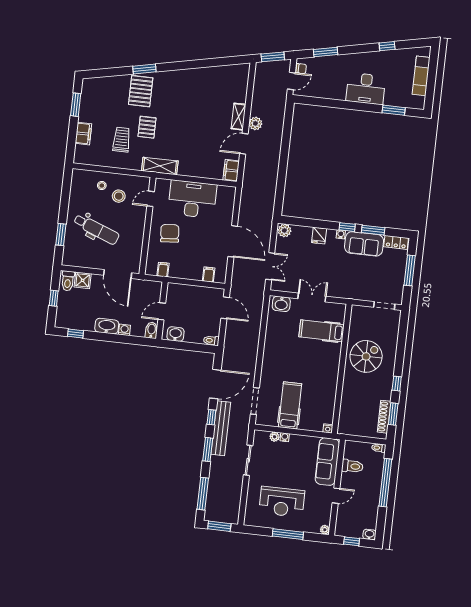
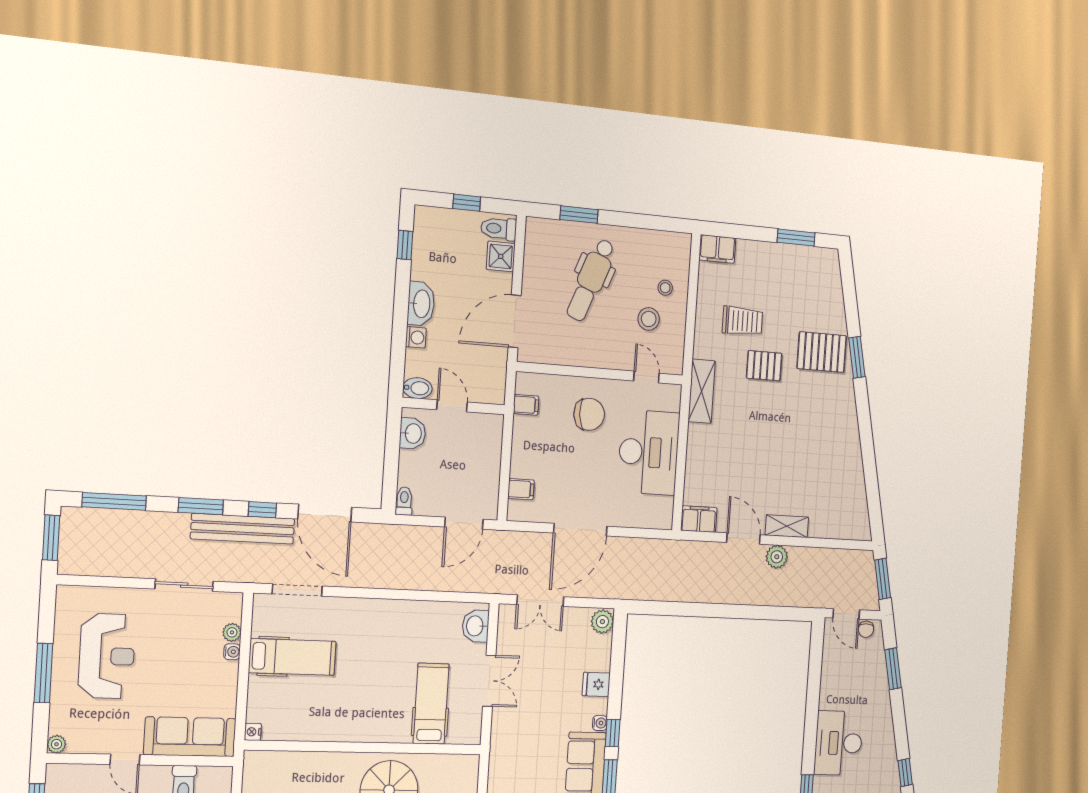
filing cabinet: (83, 134) -> (717, 249), moved
reception desk: (282, 502) -> (107, 656), turned 180

